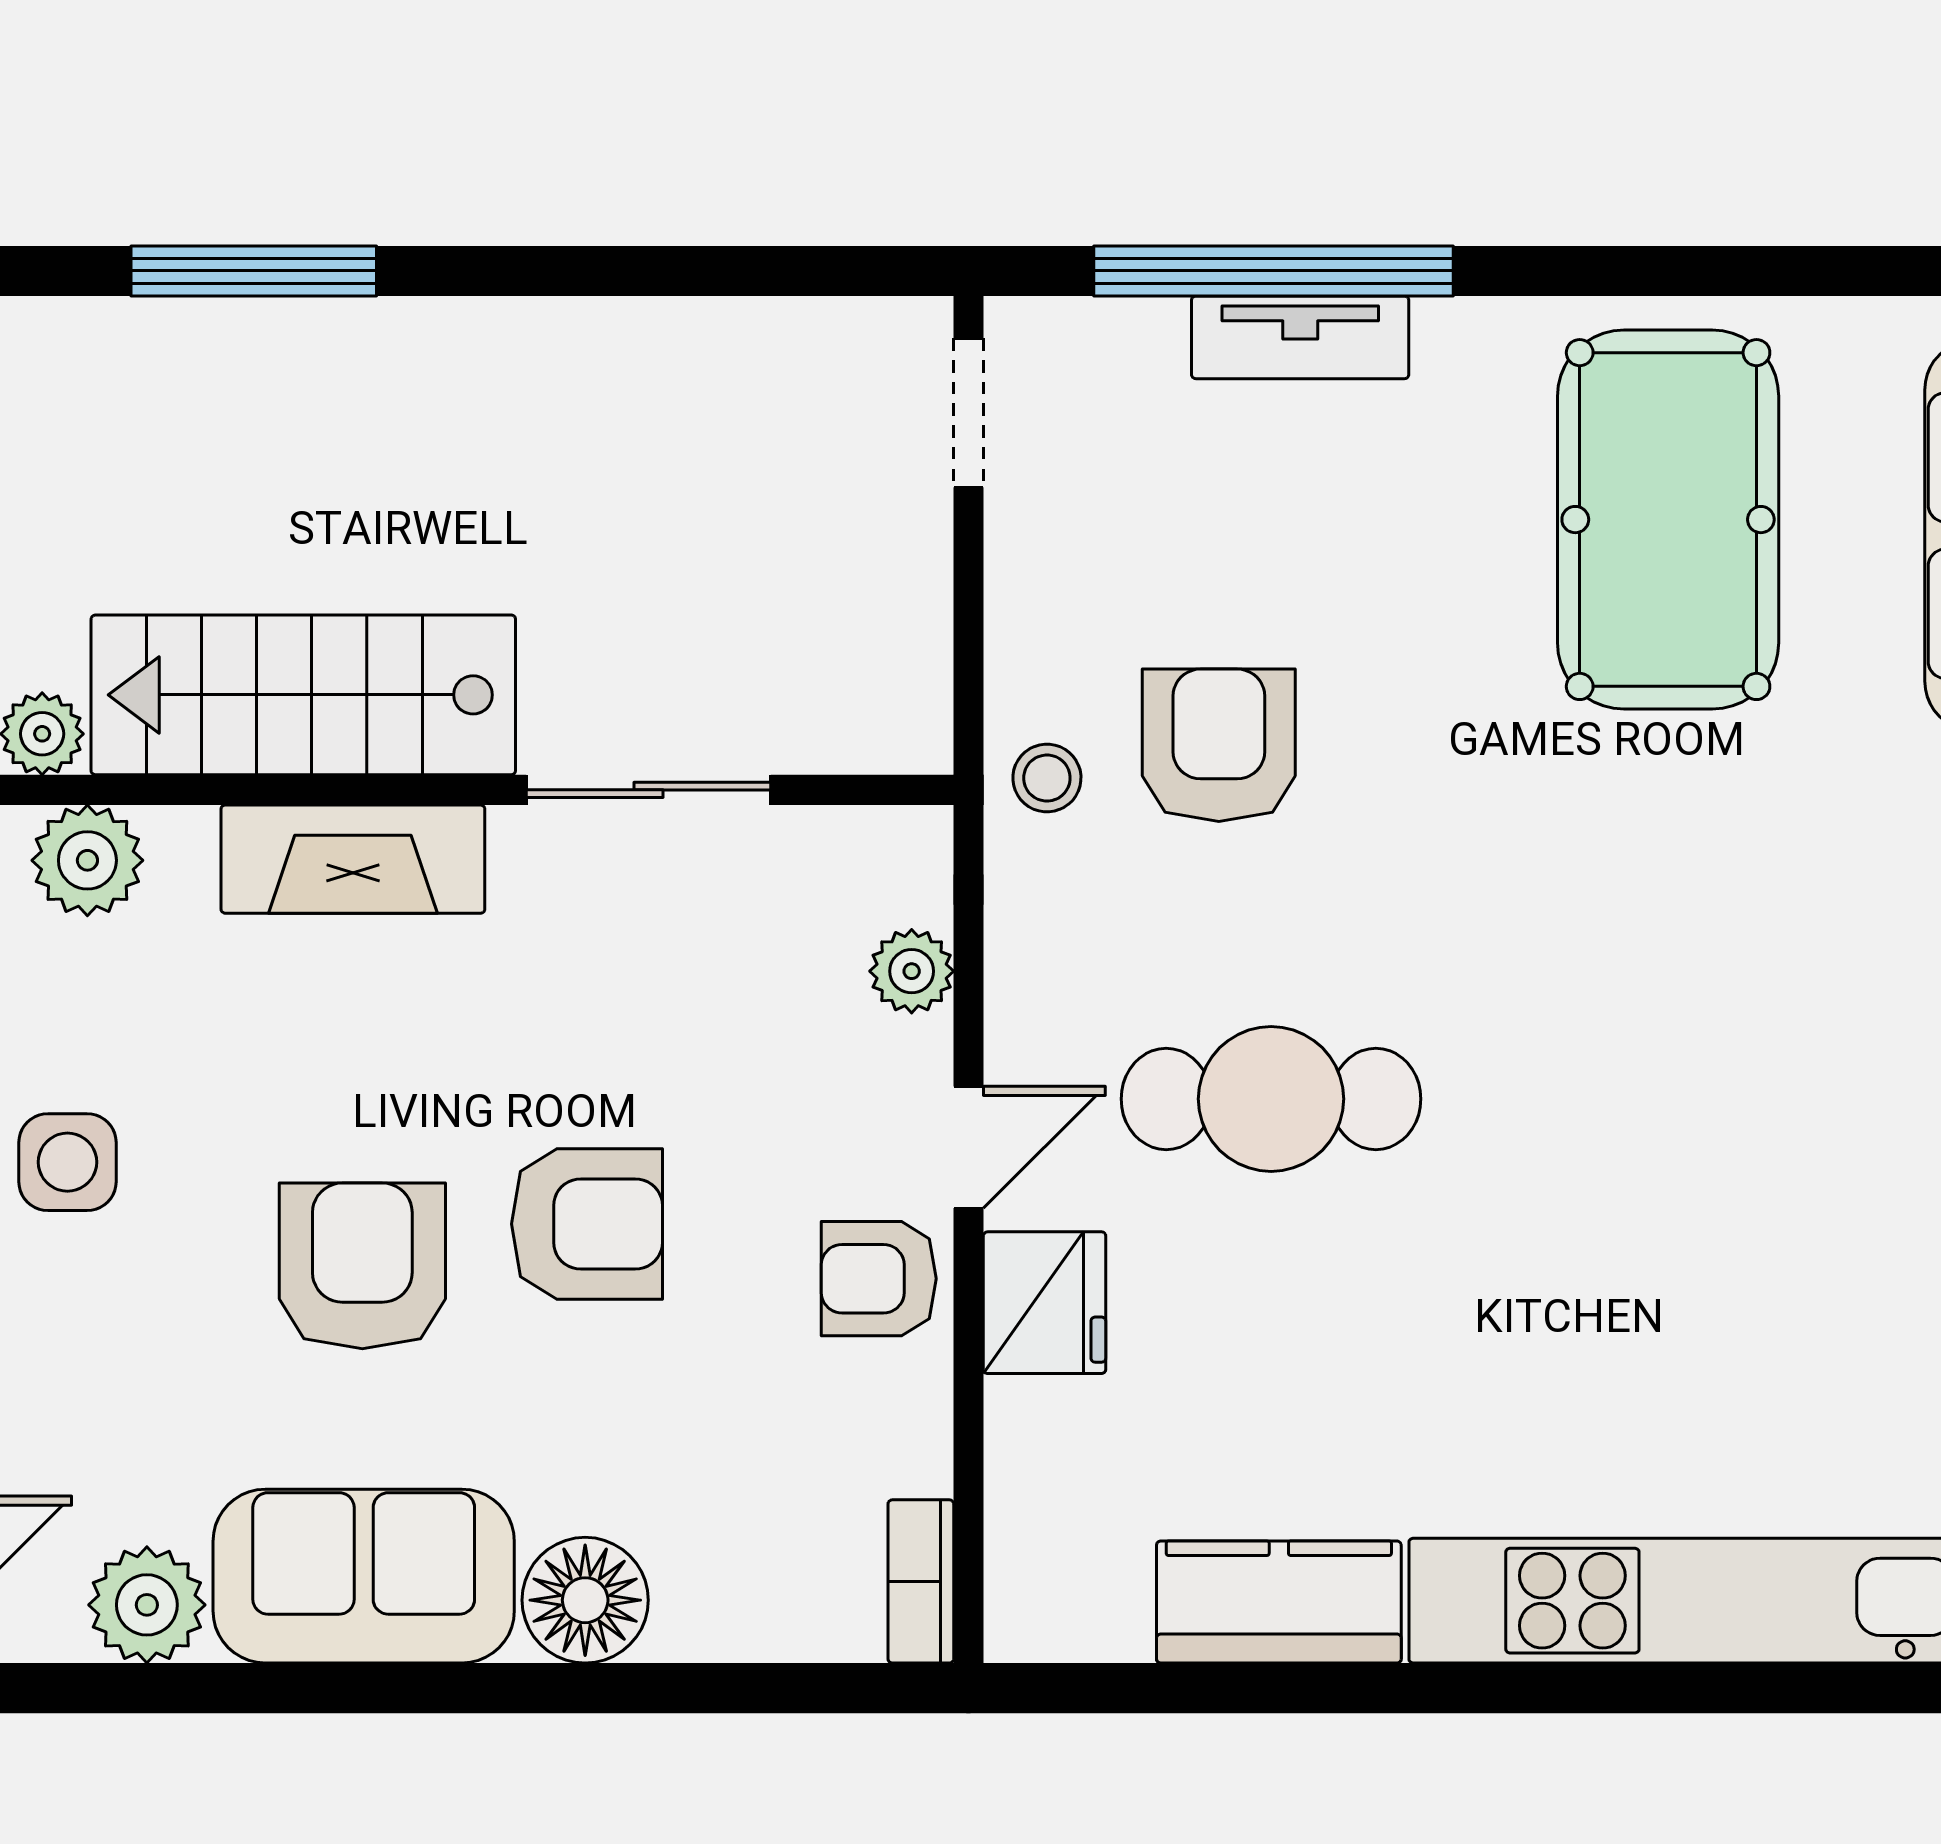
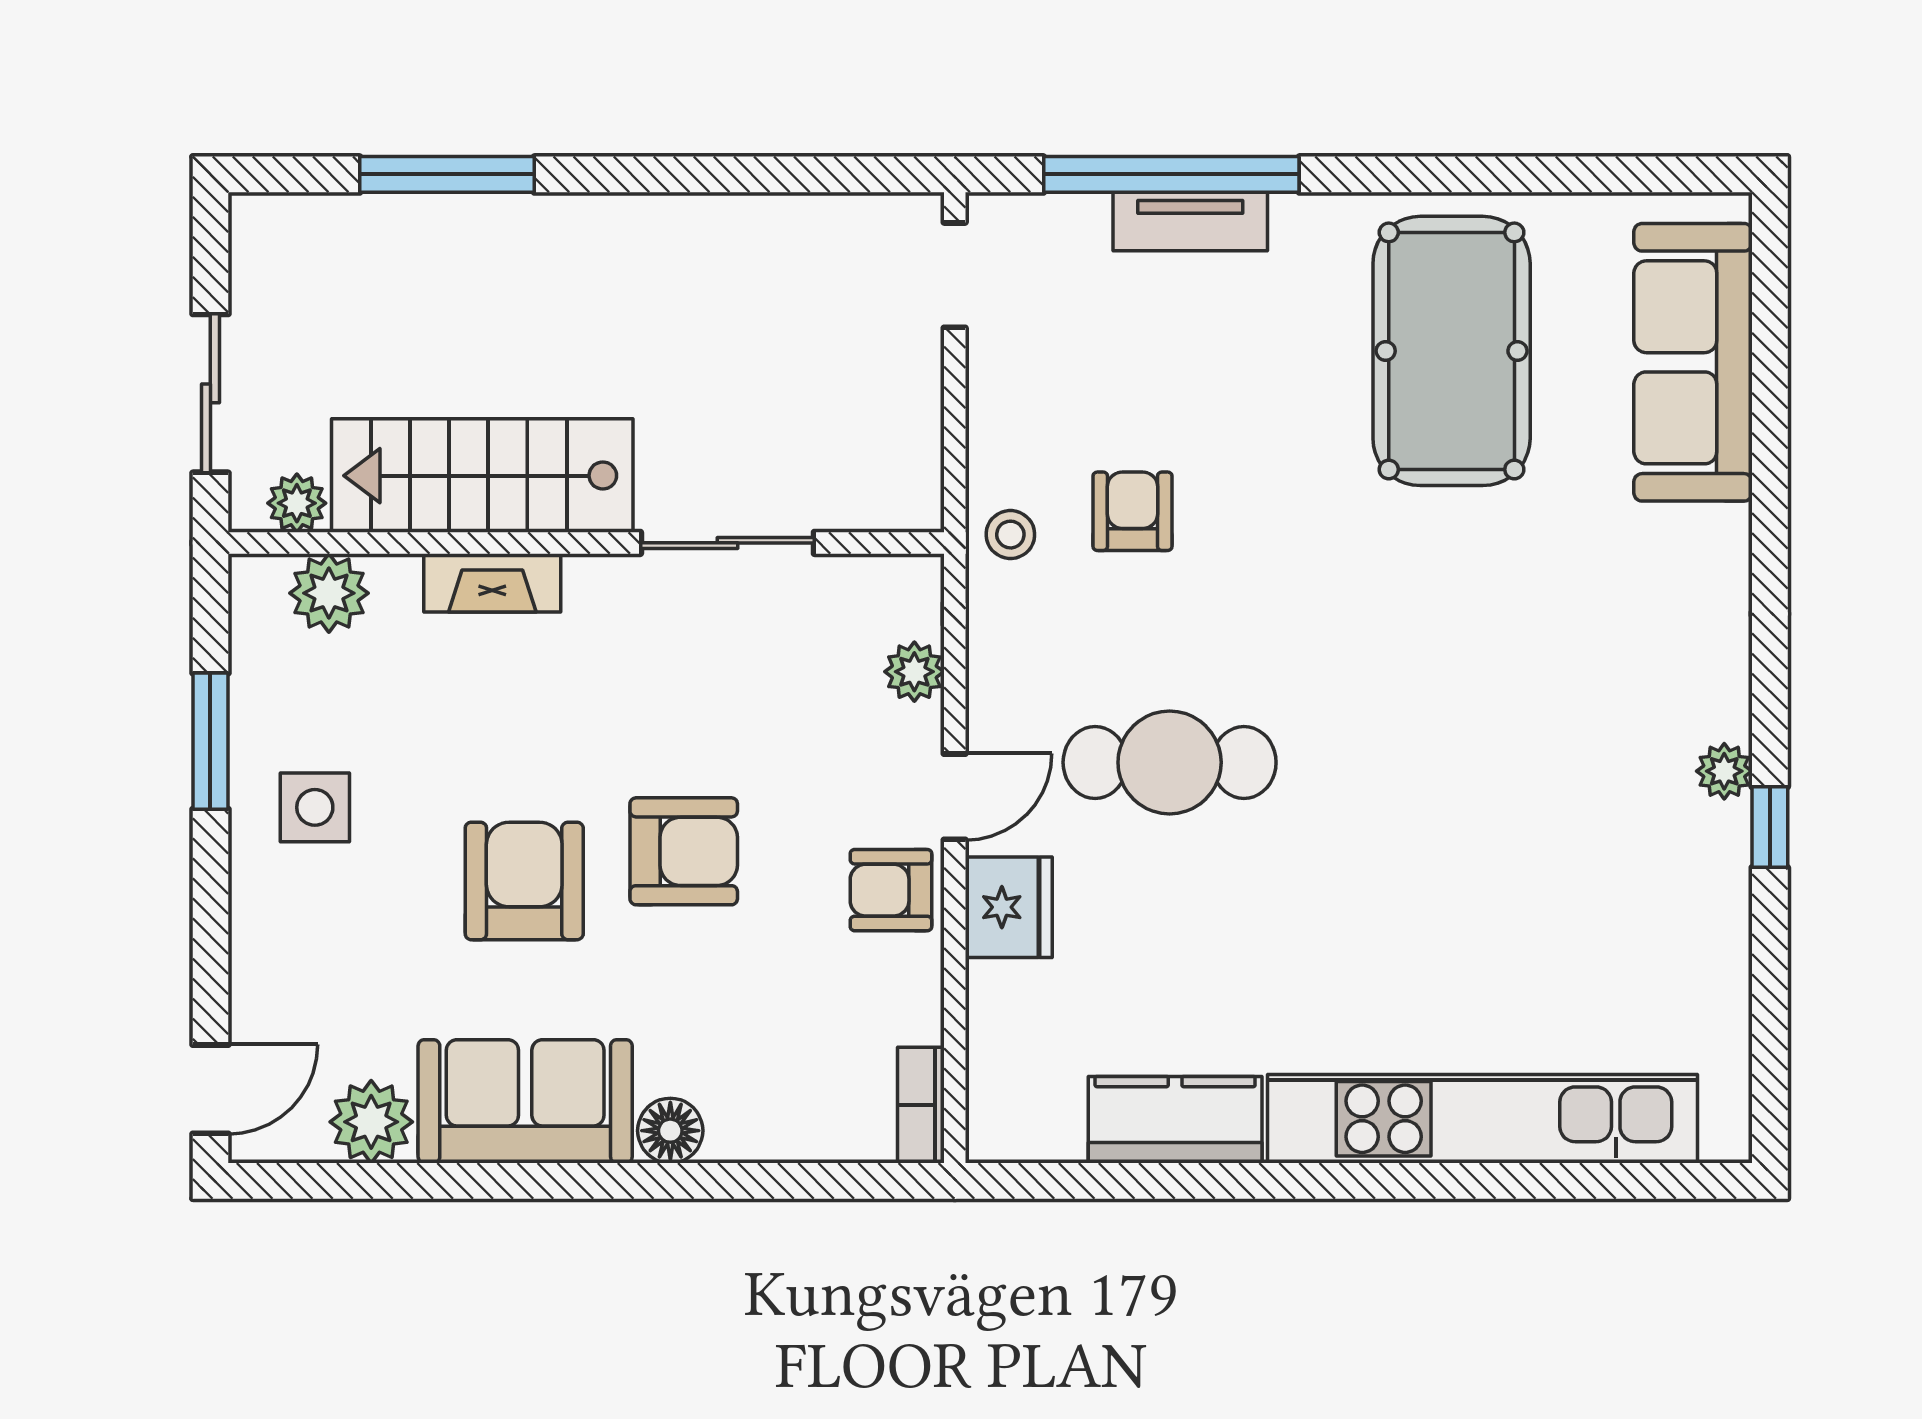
armchair: (1219, 745) -> (1132, 511), width x0.72, depth x0.72
fireplace: (353, 859) -> (492, 583), width x0.73, depth x0.76
floor lamp: (585, 1600) -> (670, 1131), width x0.73, depth x0.73

